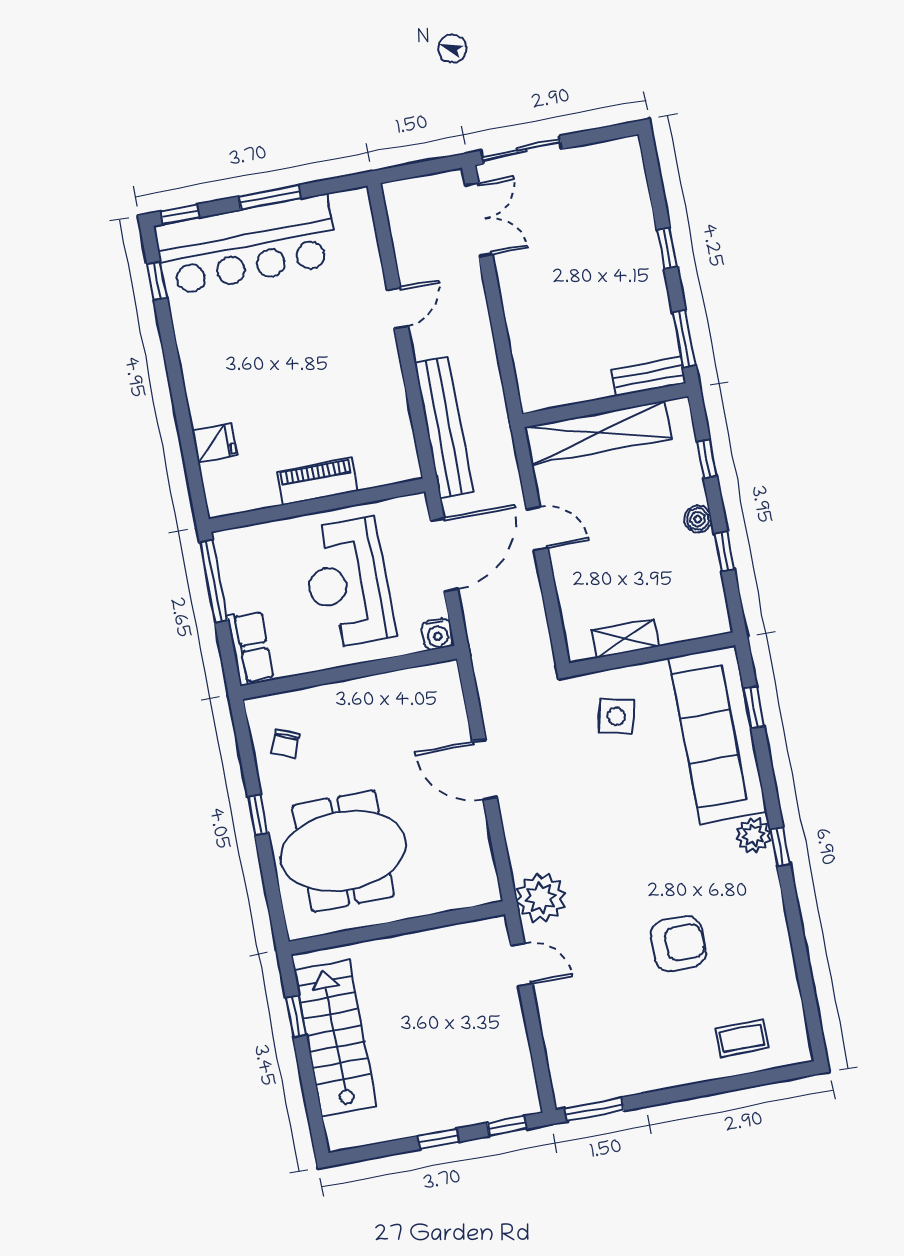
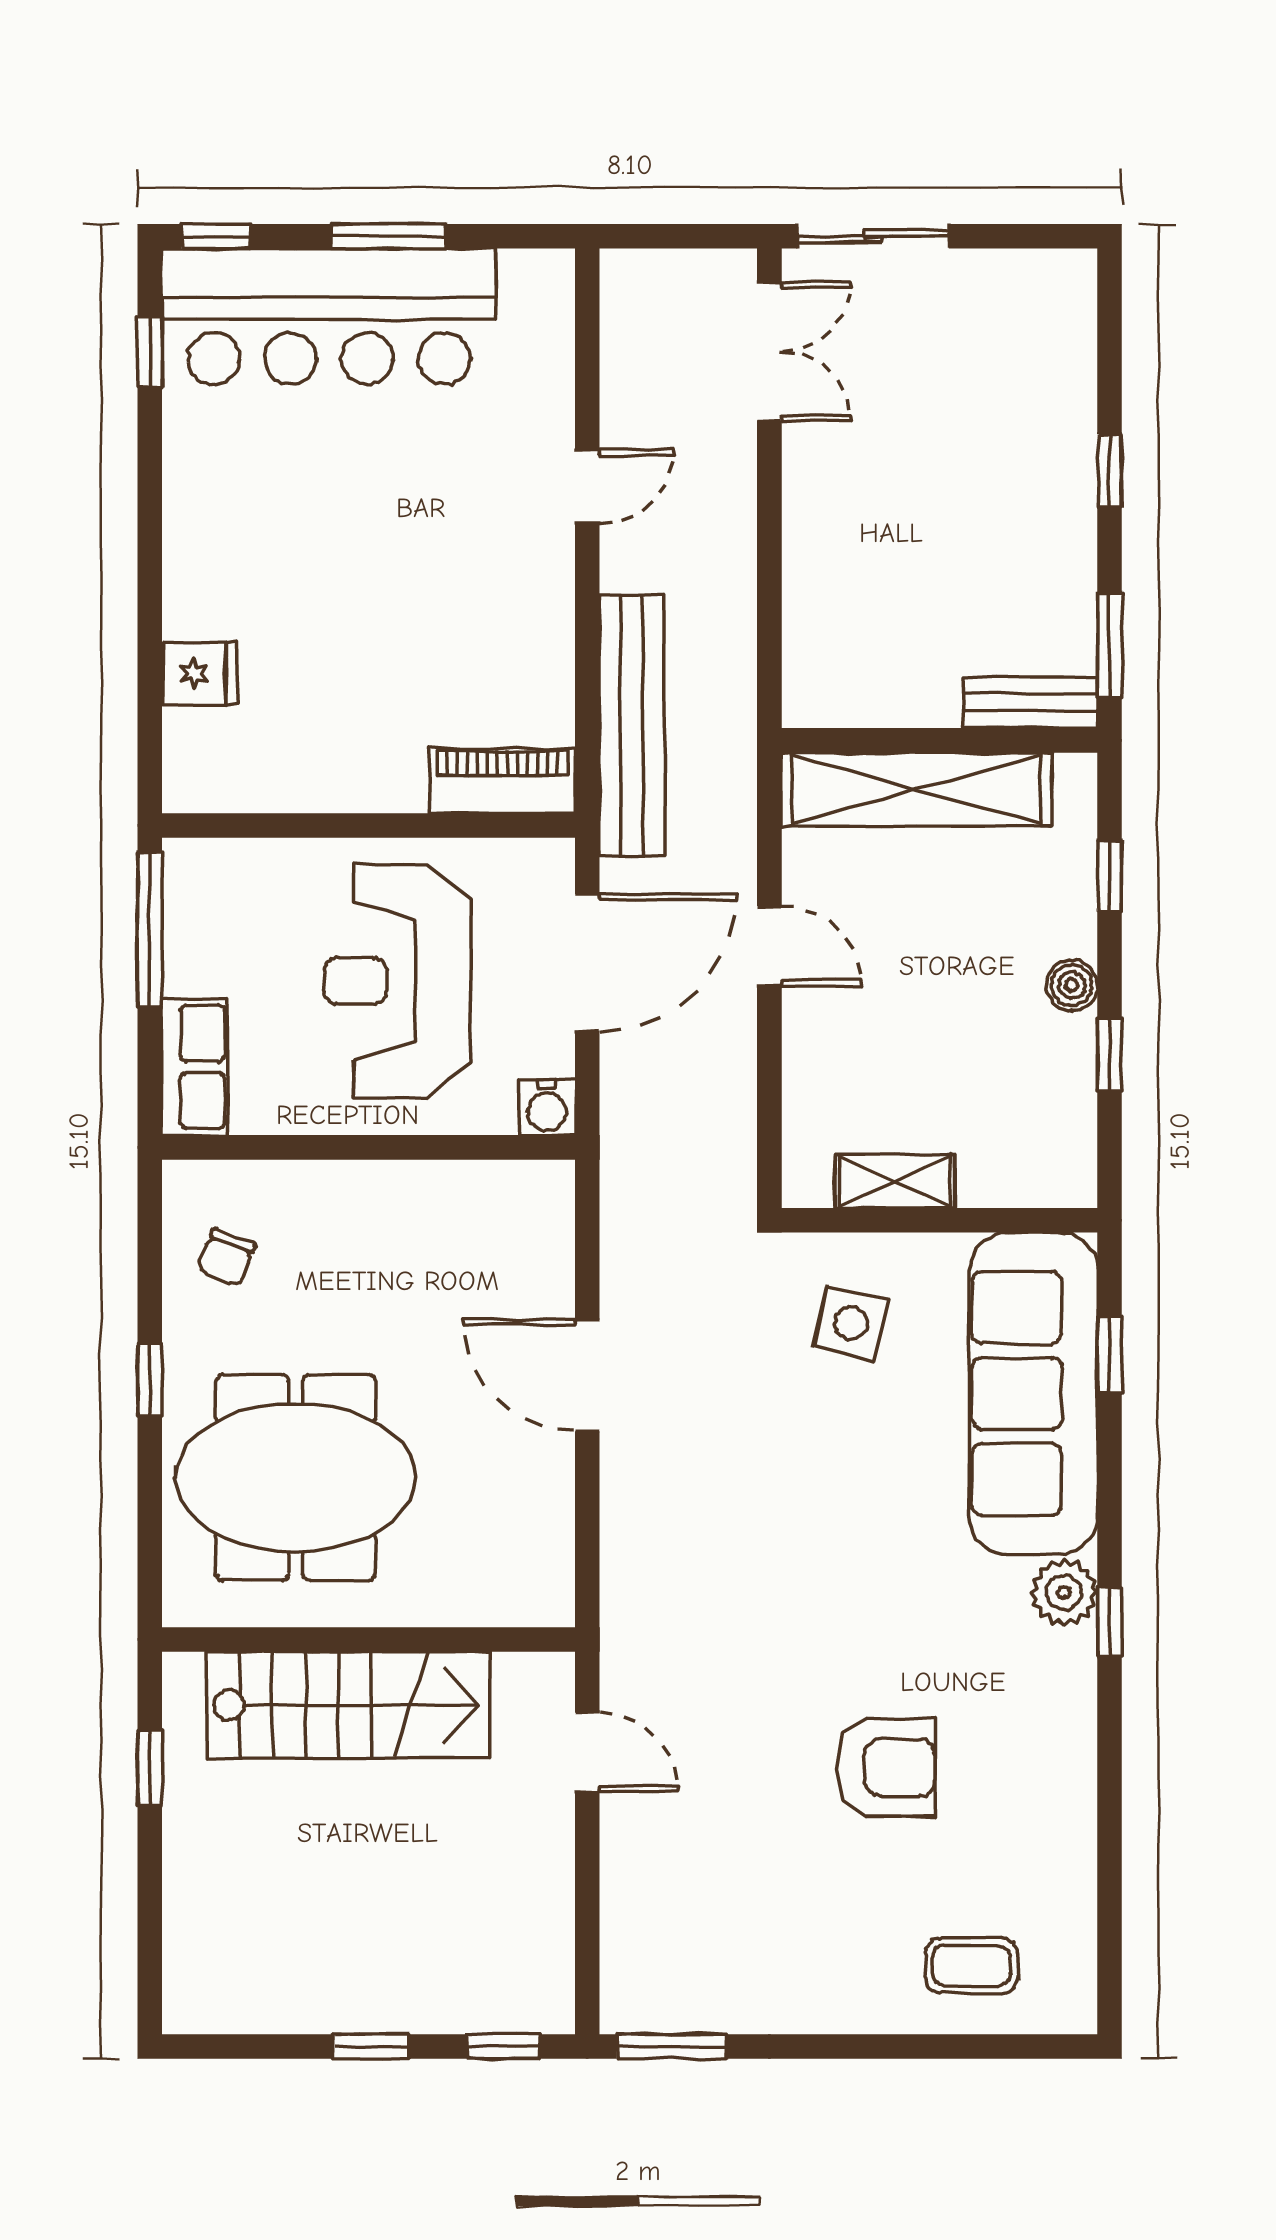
piano: (317, 481) -> (502, 781), moved
plant: (541, 898) -> (647, 1634), removed
stairs: (335, 1038) -> (348, 1705), moved, turned 90

